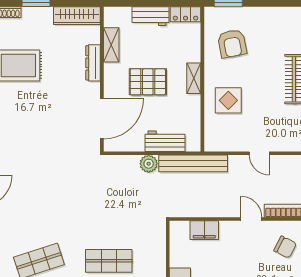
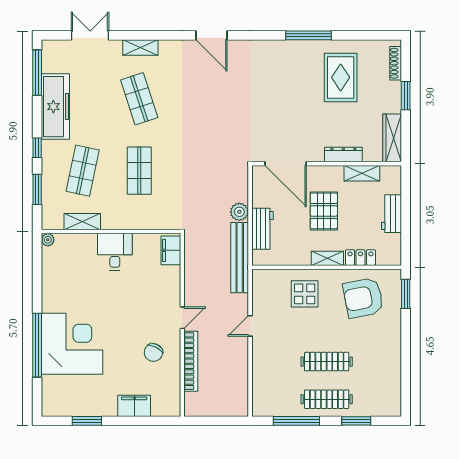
locker: (185, 14) -> (360, 258), moved, turned 90
armchair: (232, 44) -> (363, 298), width x1.36, depth x1.36
filing cabinet: (204, 230) -> (171, 250), moved

